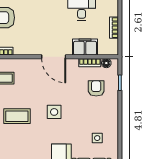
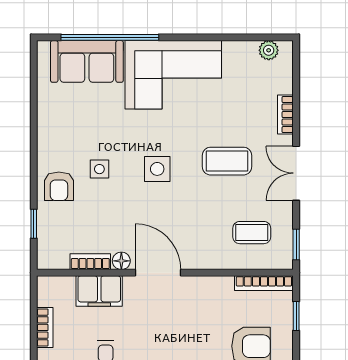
floor lamp: (106, 63) -> (121, 261), moved
armchair: (96, 88) -> (59, 186), moved
side table: (97, 138) -> (99, 169), moved

